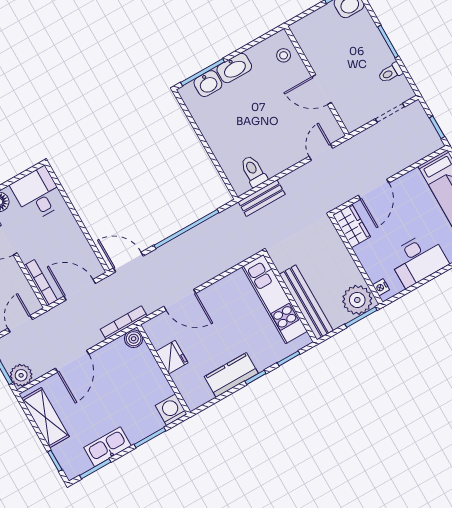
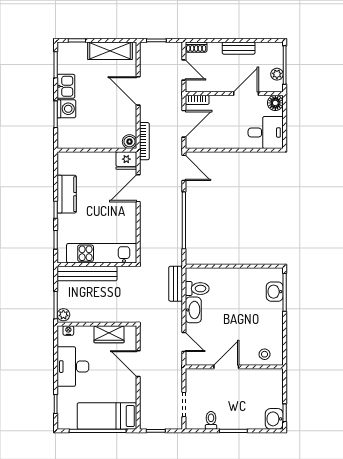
washbasin: (234, 68) -> (193, 310), moved, turned 180
wardrobe: (352, 226) -> (109, 334), moved
door: (128, 262) -> (184, 168), hinge flipped
bookcase: (41, 283) -> (197, 100), width x0.64
plant: (357, 300) -> (63, 315), width x0.53, depth x0.53
fridge: (172, 357) -> (126, 161), moved
plant: (21, 375) -> (148, 51), removed
washing machine: (171, 410) -> (66, 109), moved
kitchen sink: (108, 447) -> (66, 86), width x0.73

